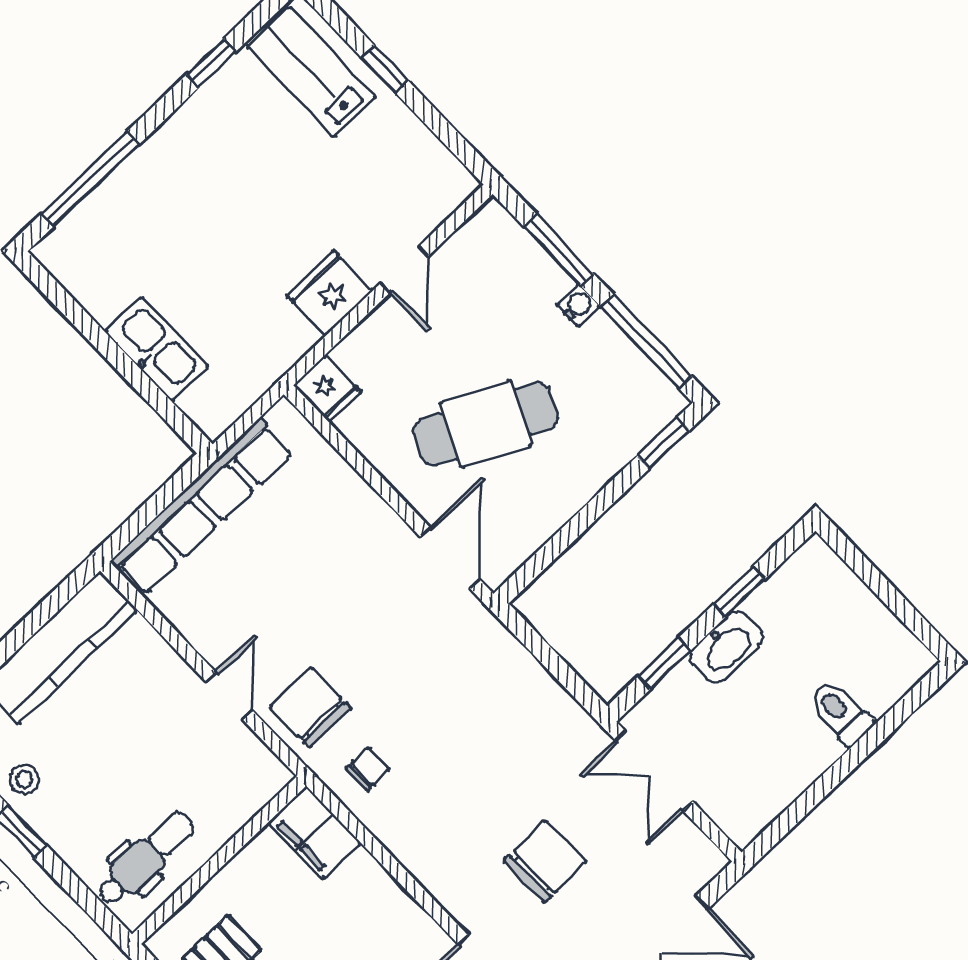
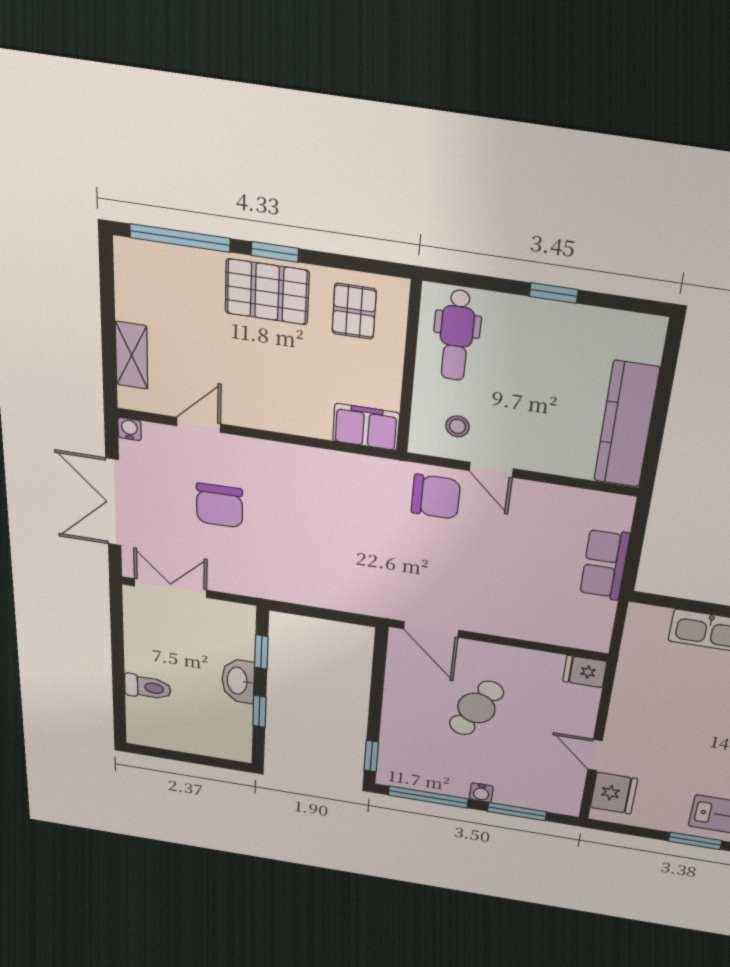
window: (385, 69) -> (695, 841), width x1.50
fridge: (330, 293) -> (614, 793), moved
cafe table: (486, 424) -> (476, 708), width x0.73, depth x0.74
row of seats: (202, 507) -> (605, 564), width x0.50
chair: (368, 769) -> (369, 486), removed
double door: (654, 771) -> (170, 588), moved
stool: (24, 779) -> (457, 426), moved

